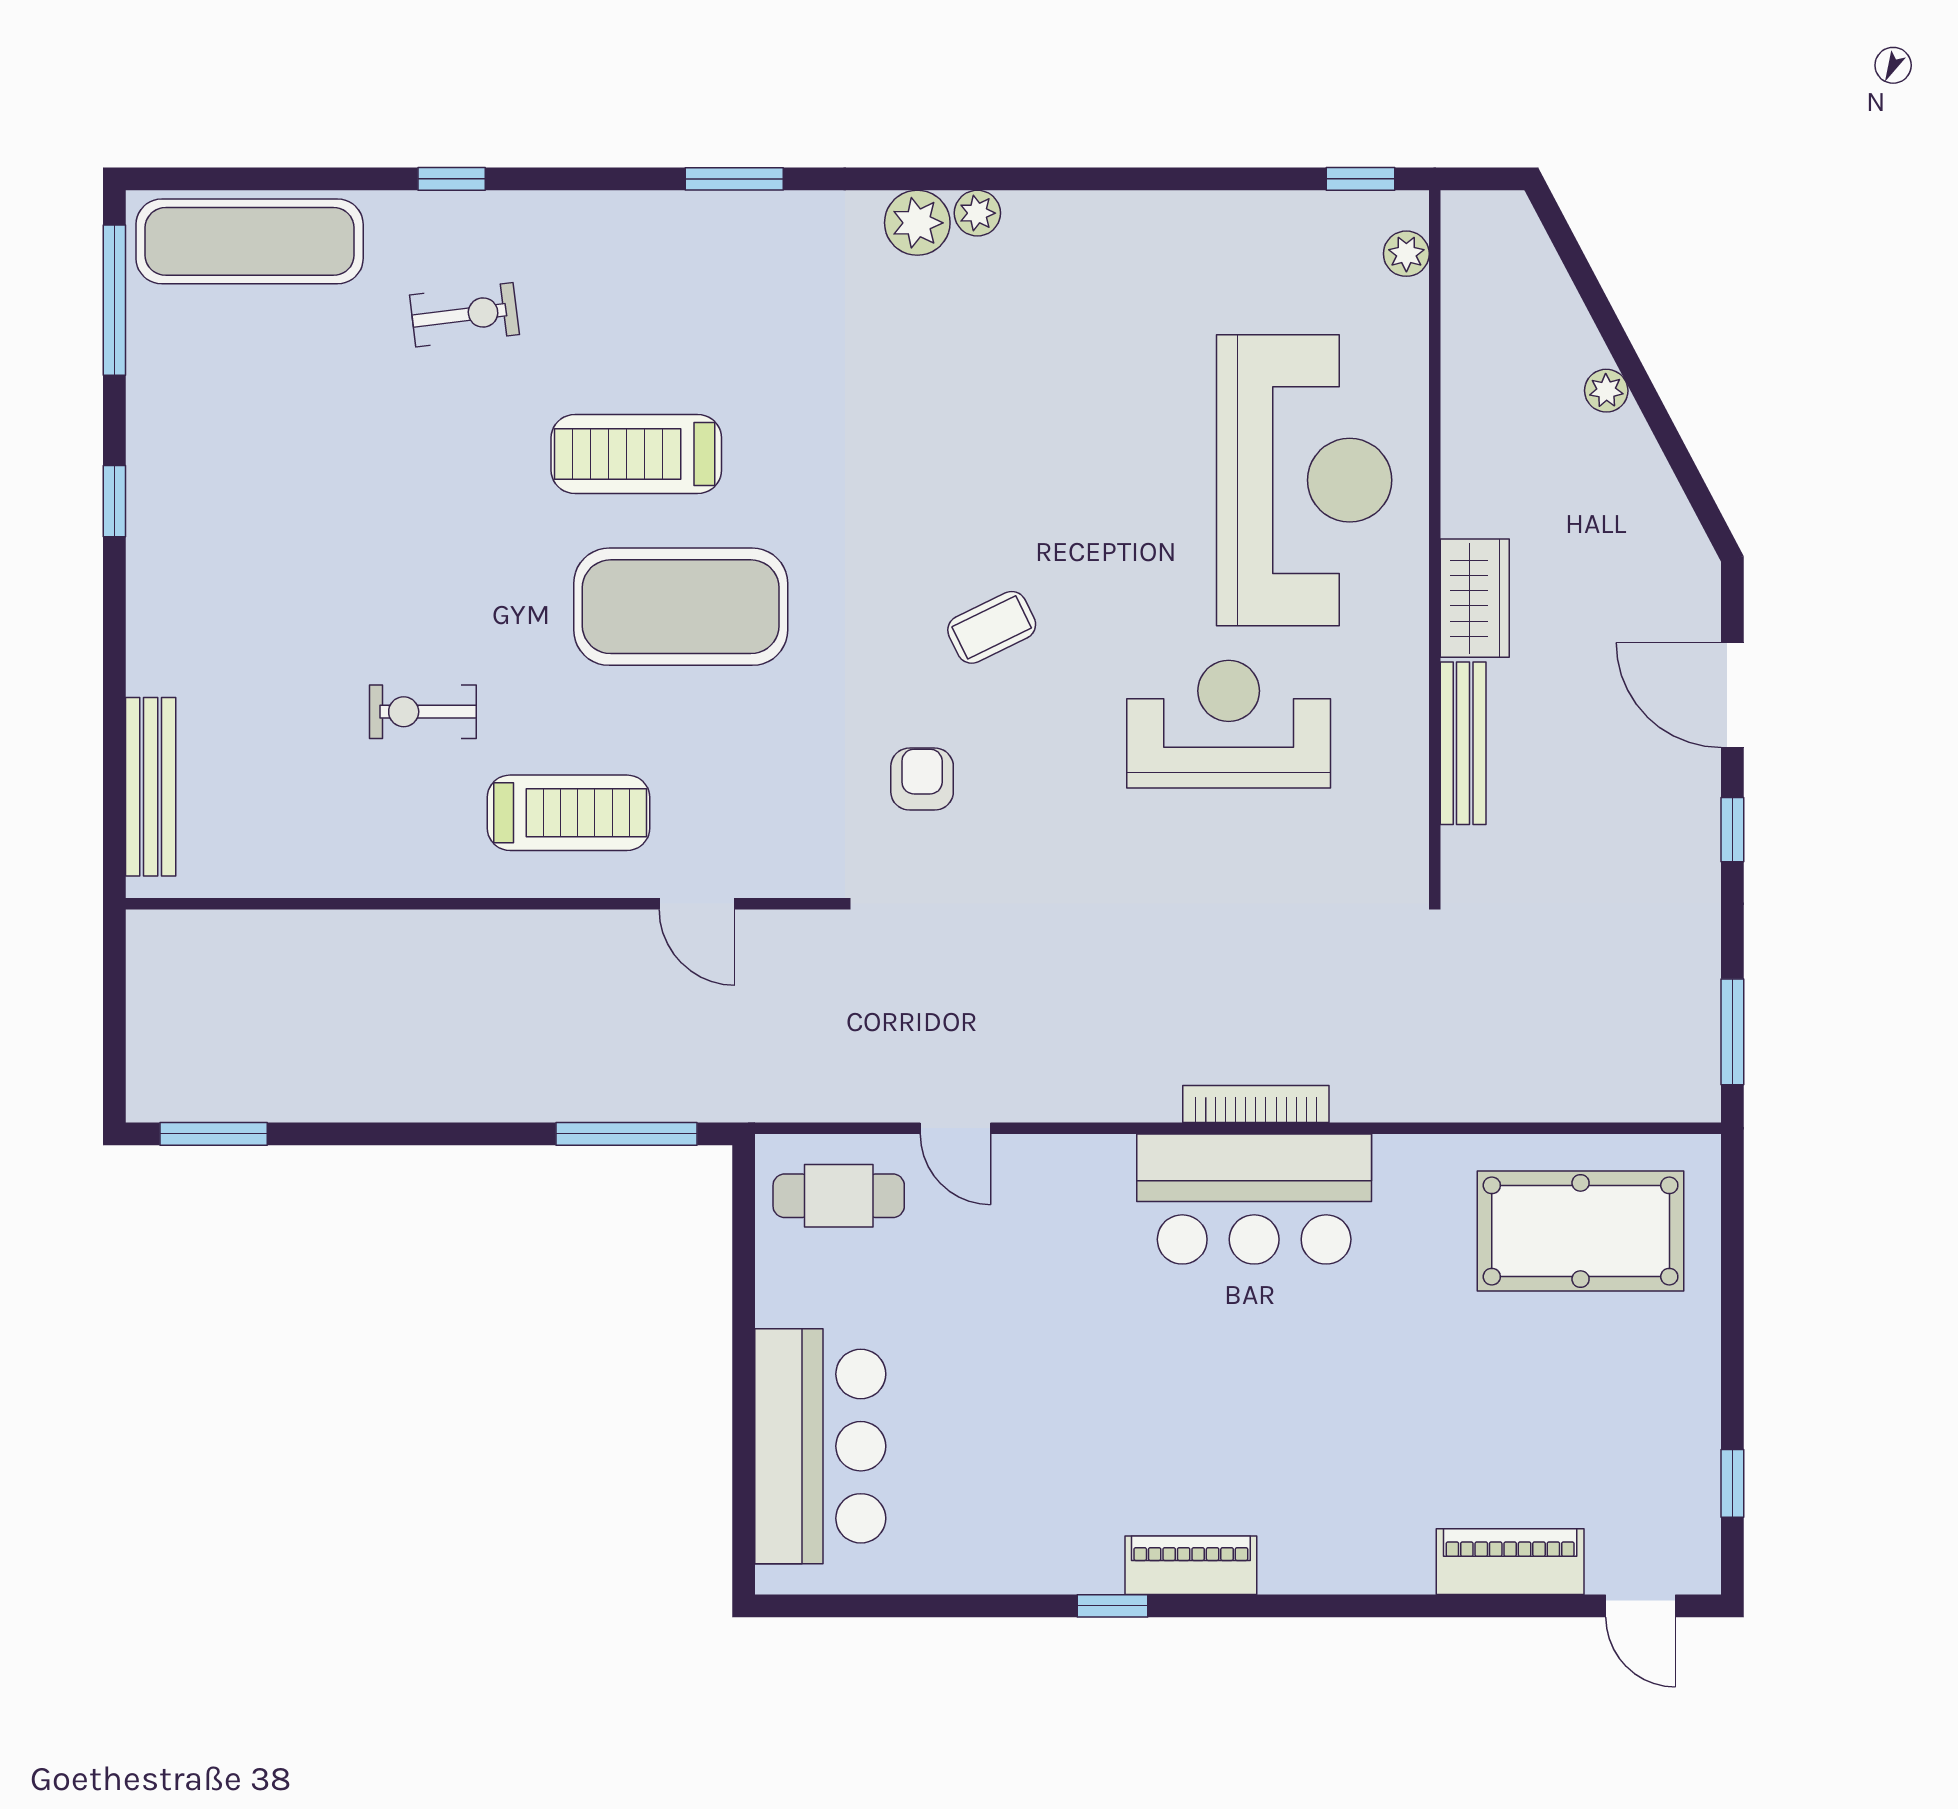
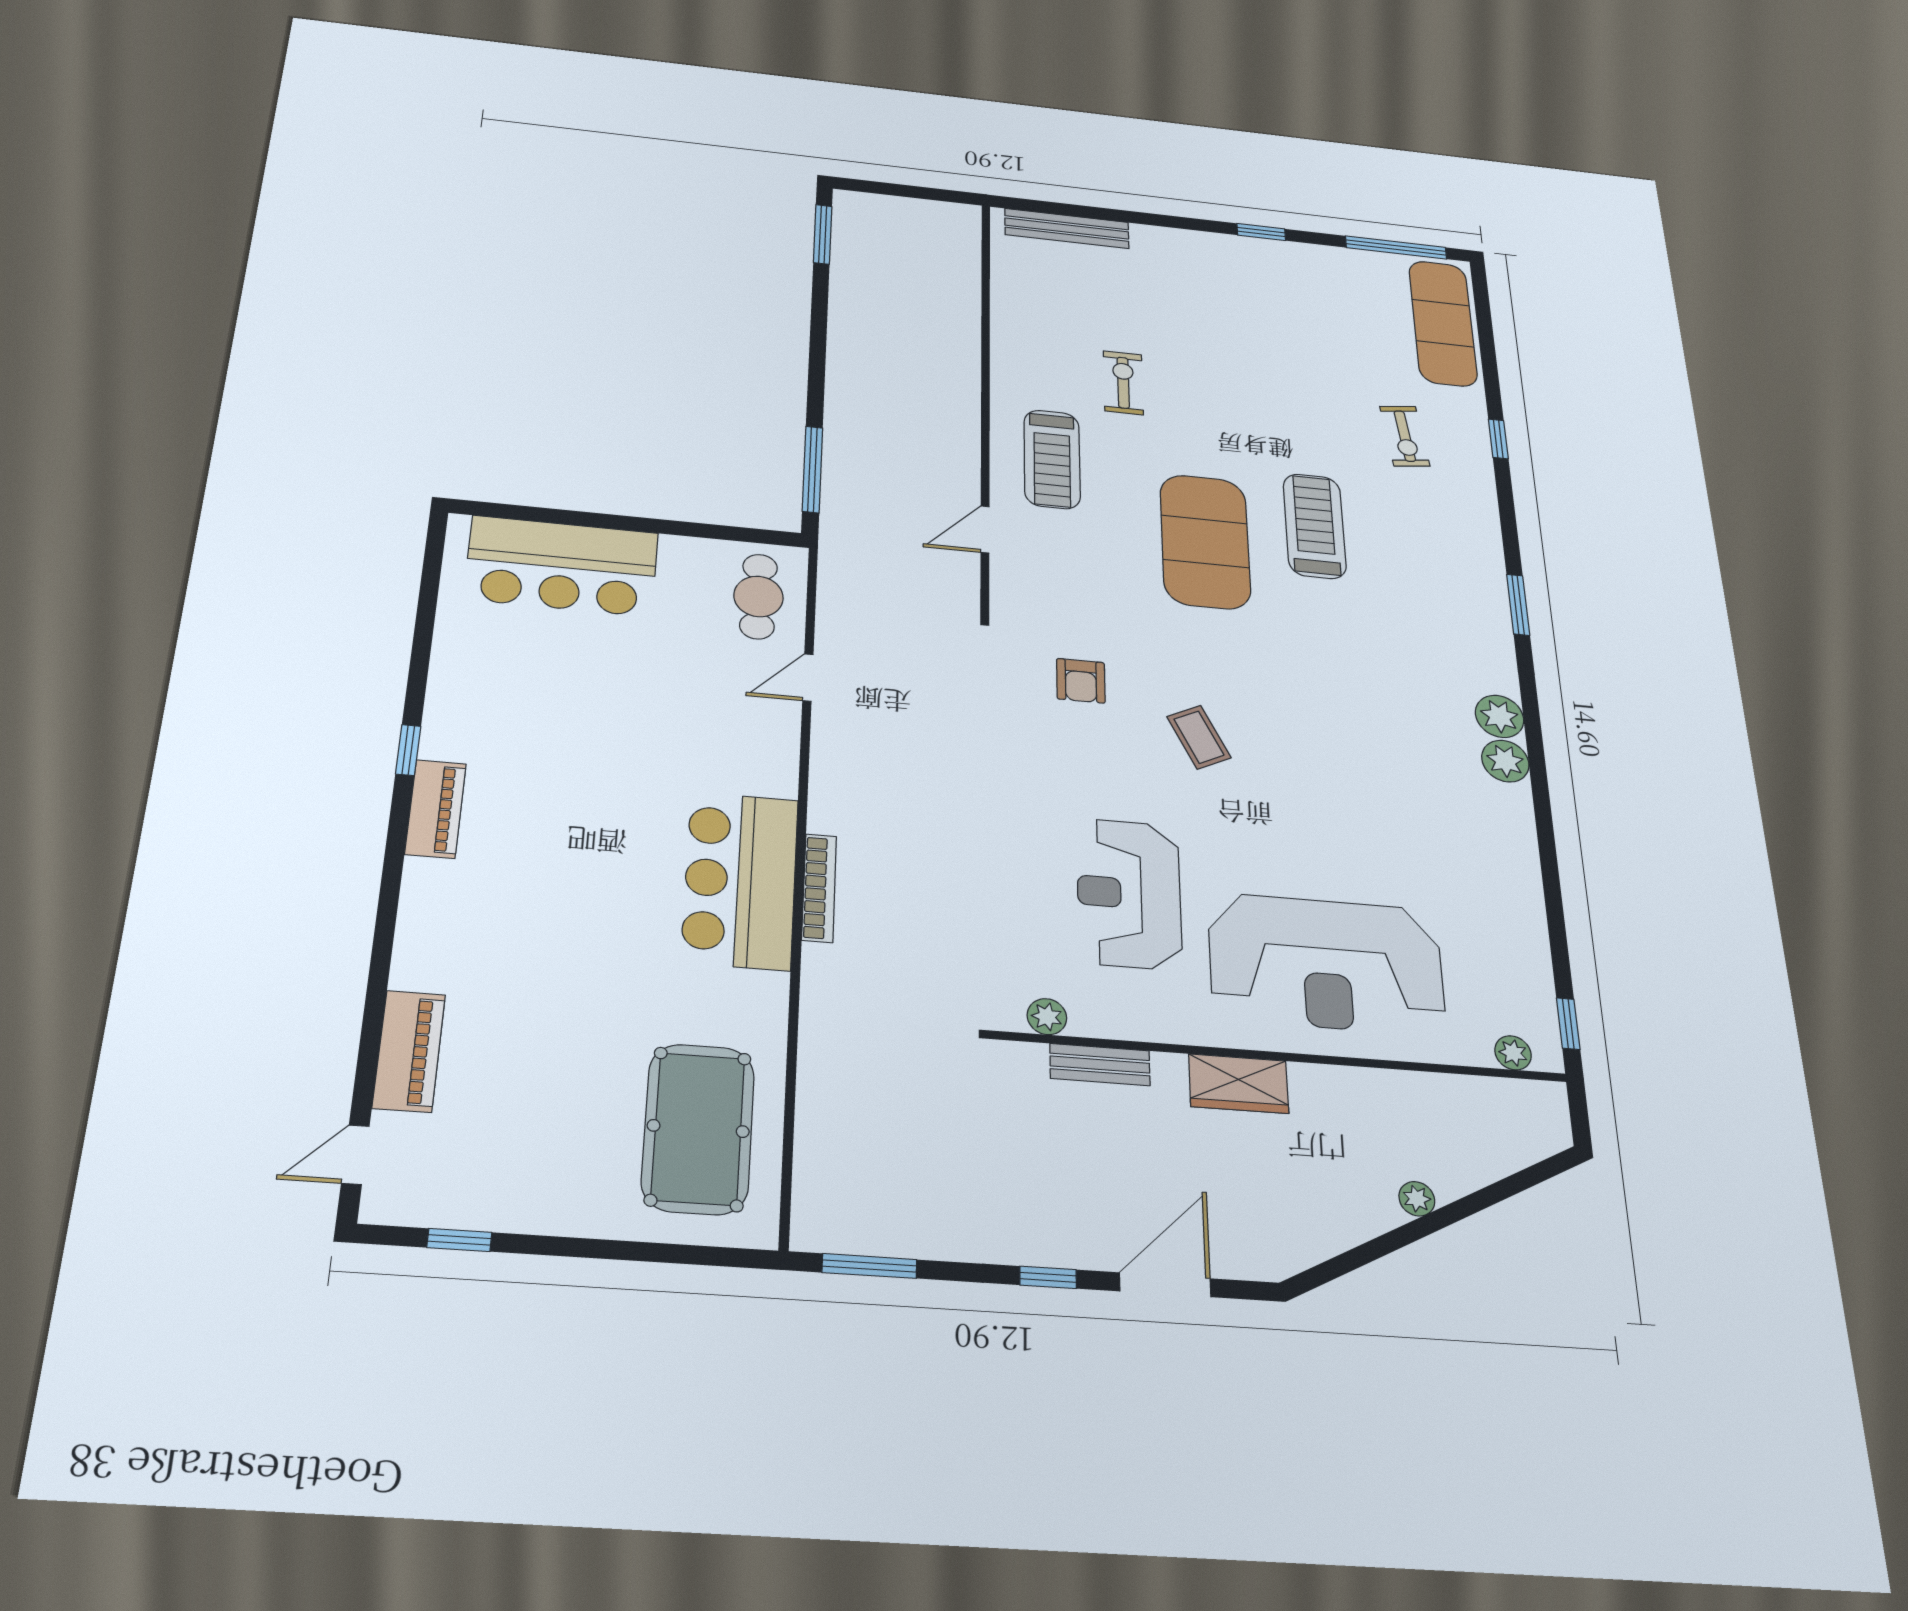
plant: (977, 213) -> (1505, 761), width x1.38, depth x1.38
reception desk: (1229, 724) -> (1129, 894), turned 180
bench: (1463, 743) -> (1100, 1065), width x0.73
armchair: (922, 779) -> (1081, 681), turned 90
plant: (1405, 828) -> (1047, 1017), added

